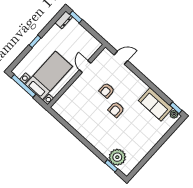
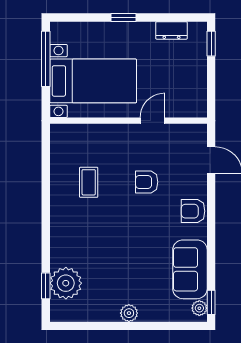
dresser: (64, 20) -> (171, 30), moved
armchair: (116, 109) -> (193, 211), moved
coffee table: (86, 113) -> (89, 182), added
plant: (151, 143) -> (129, 313), added

